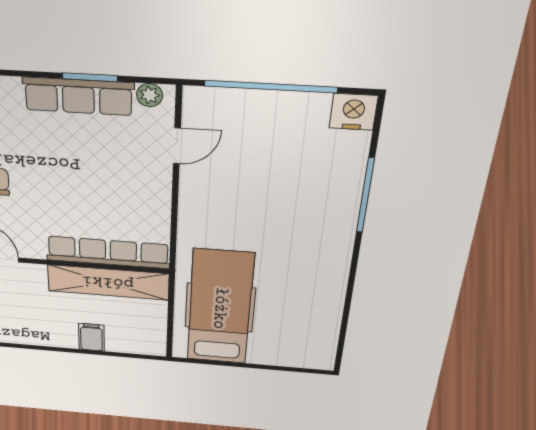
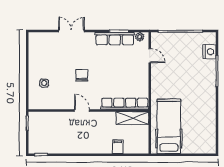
nightstand: (353, 112) -> (209, 52), moved, turned 90
door: (177, 146) -> (150, 56), hinge flipped
shelving: (108, 282) -> (132, 118), width x0.68

